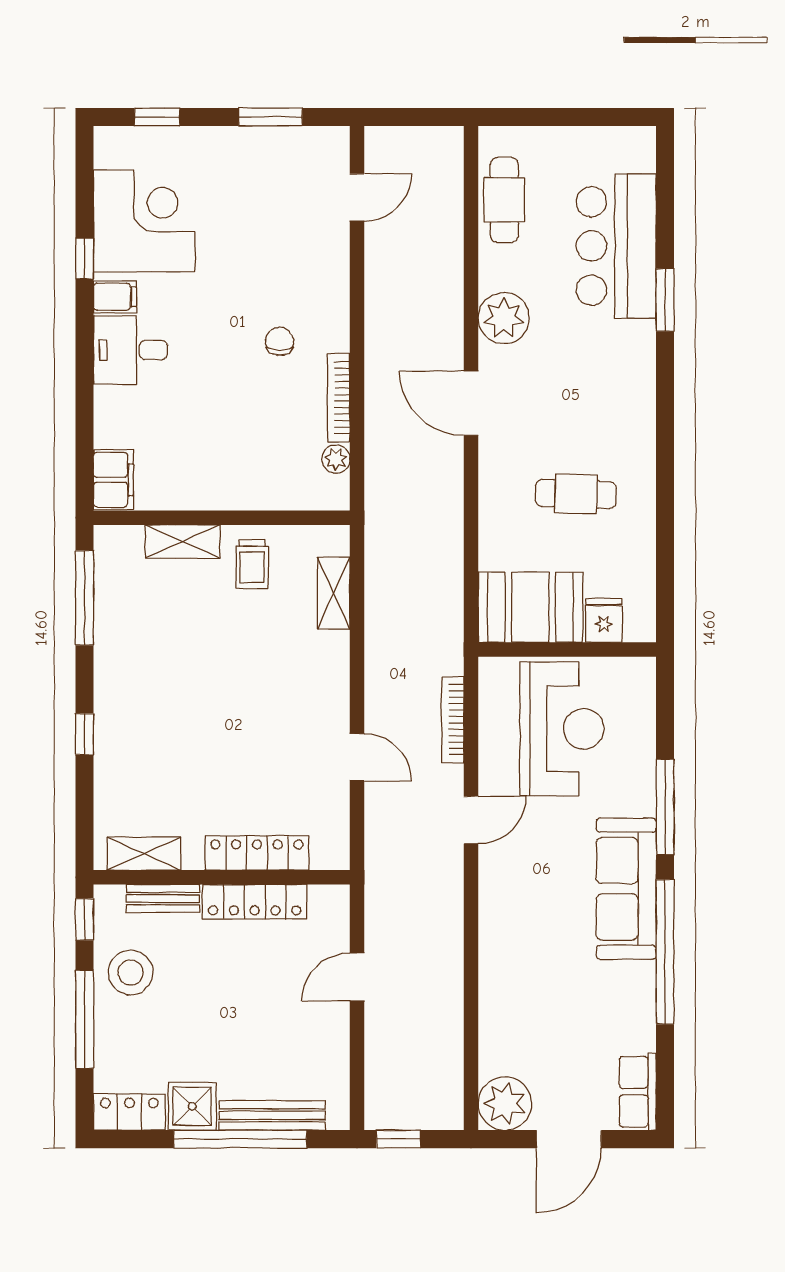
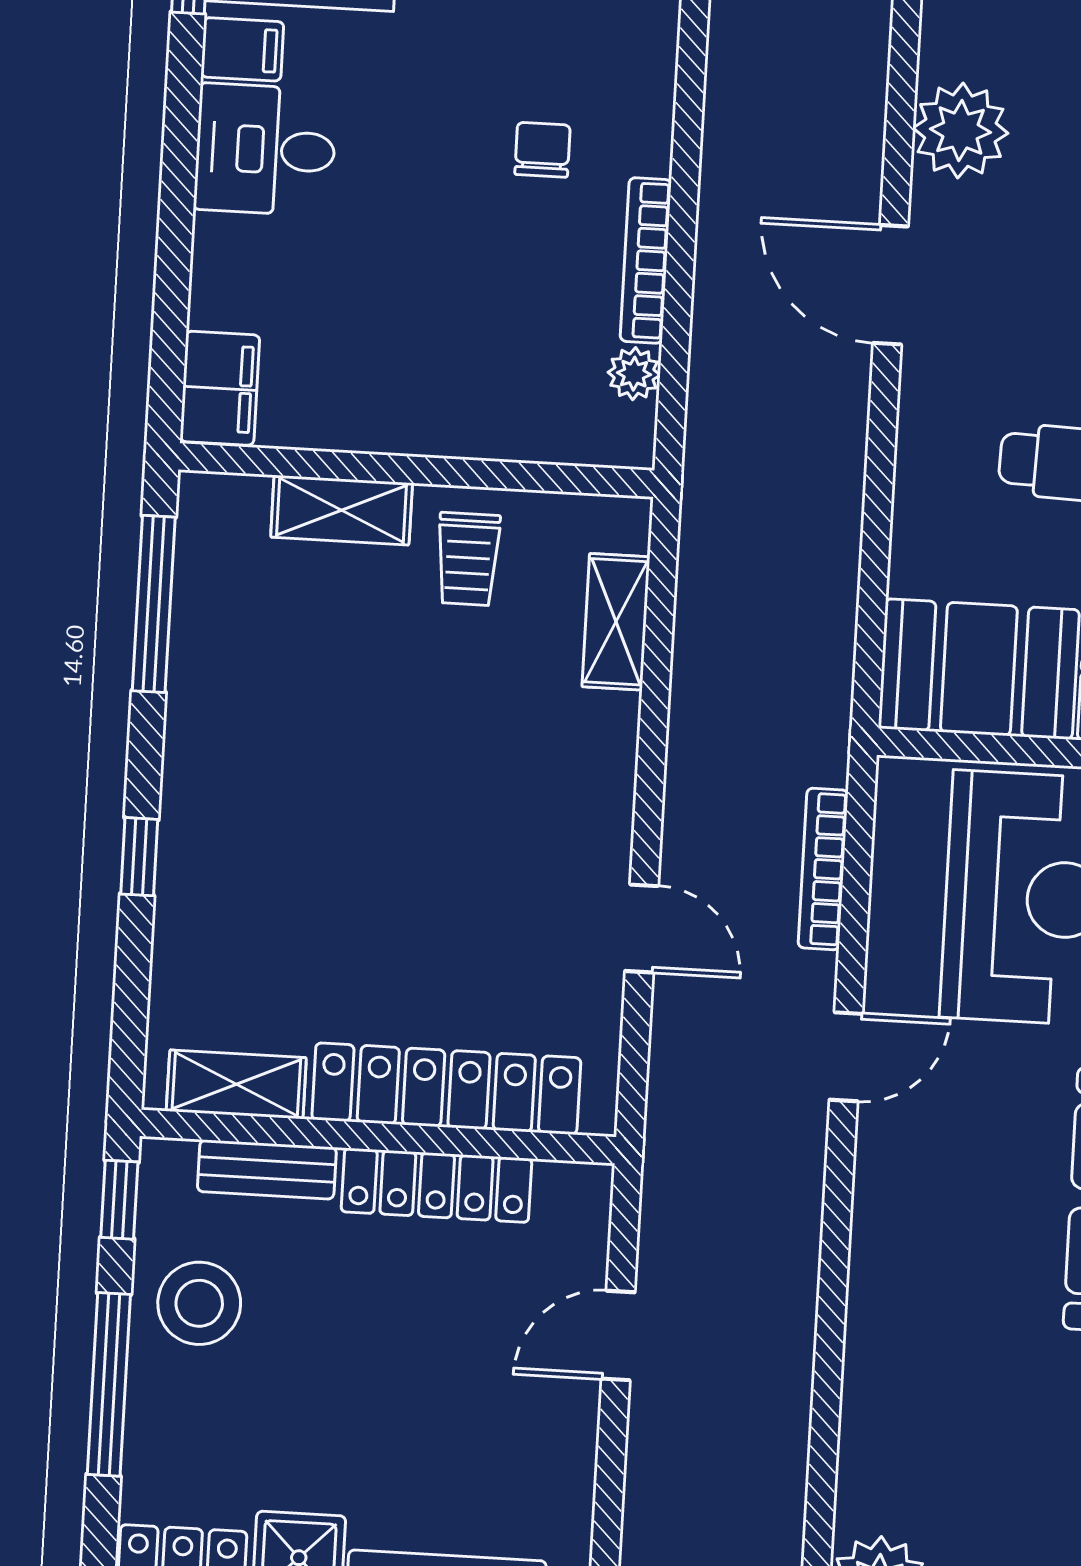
locker: (257, 853) -> (446, 1089), width x1.41, depth x1.21

